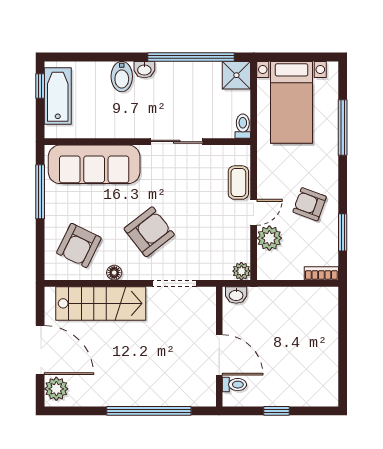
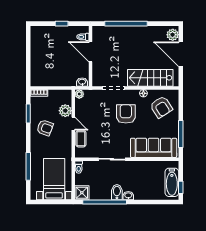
bidet: (122, 77) -> (117, 192), moved
door: (254, 212) -> (73, 124), swing flipped
armchair: (149, 232) -> (126, 114), turned 128
armchair: (79, 245) -> (161, 107), turned 121

